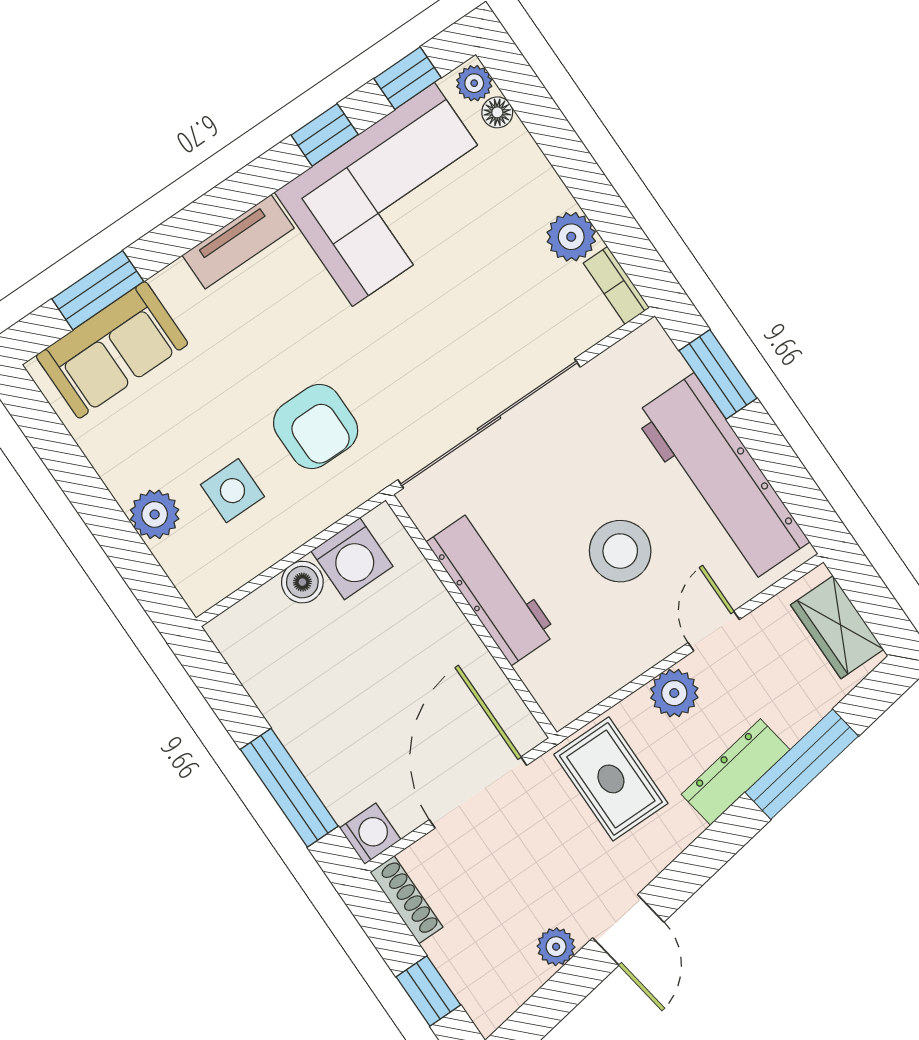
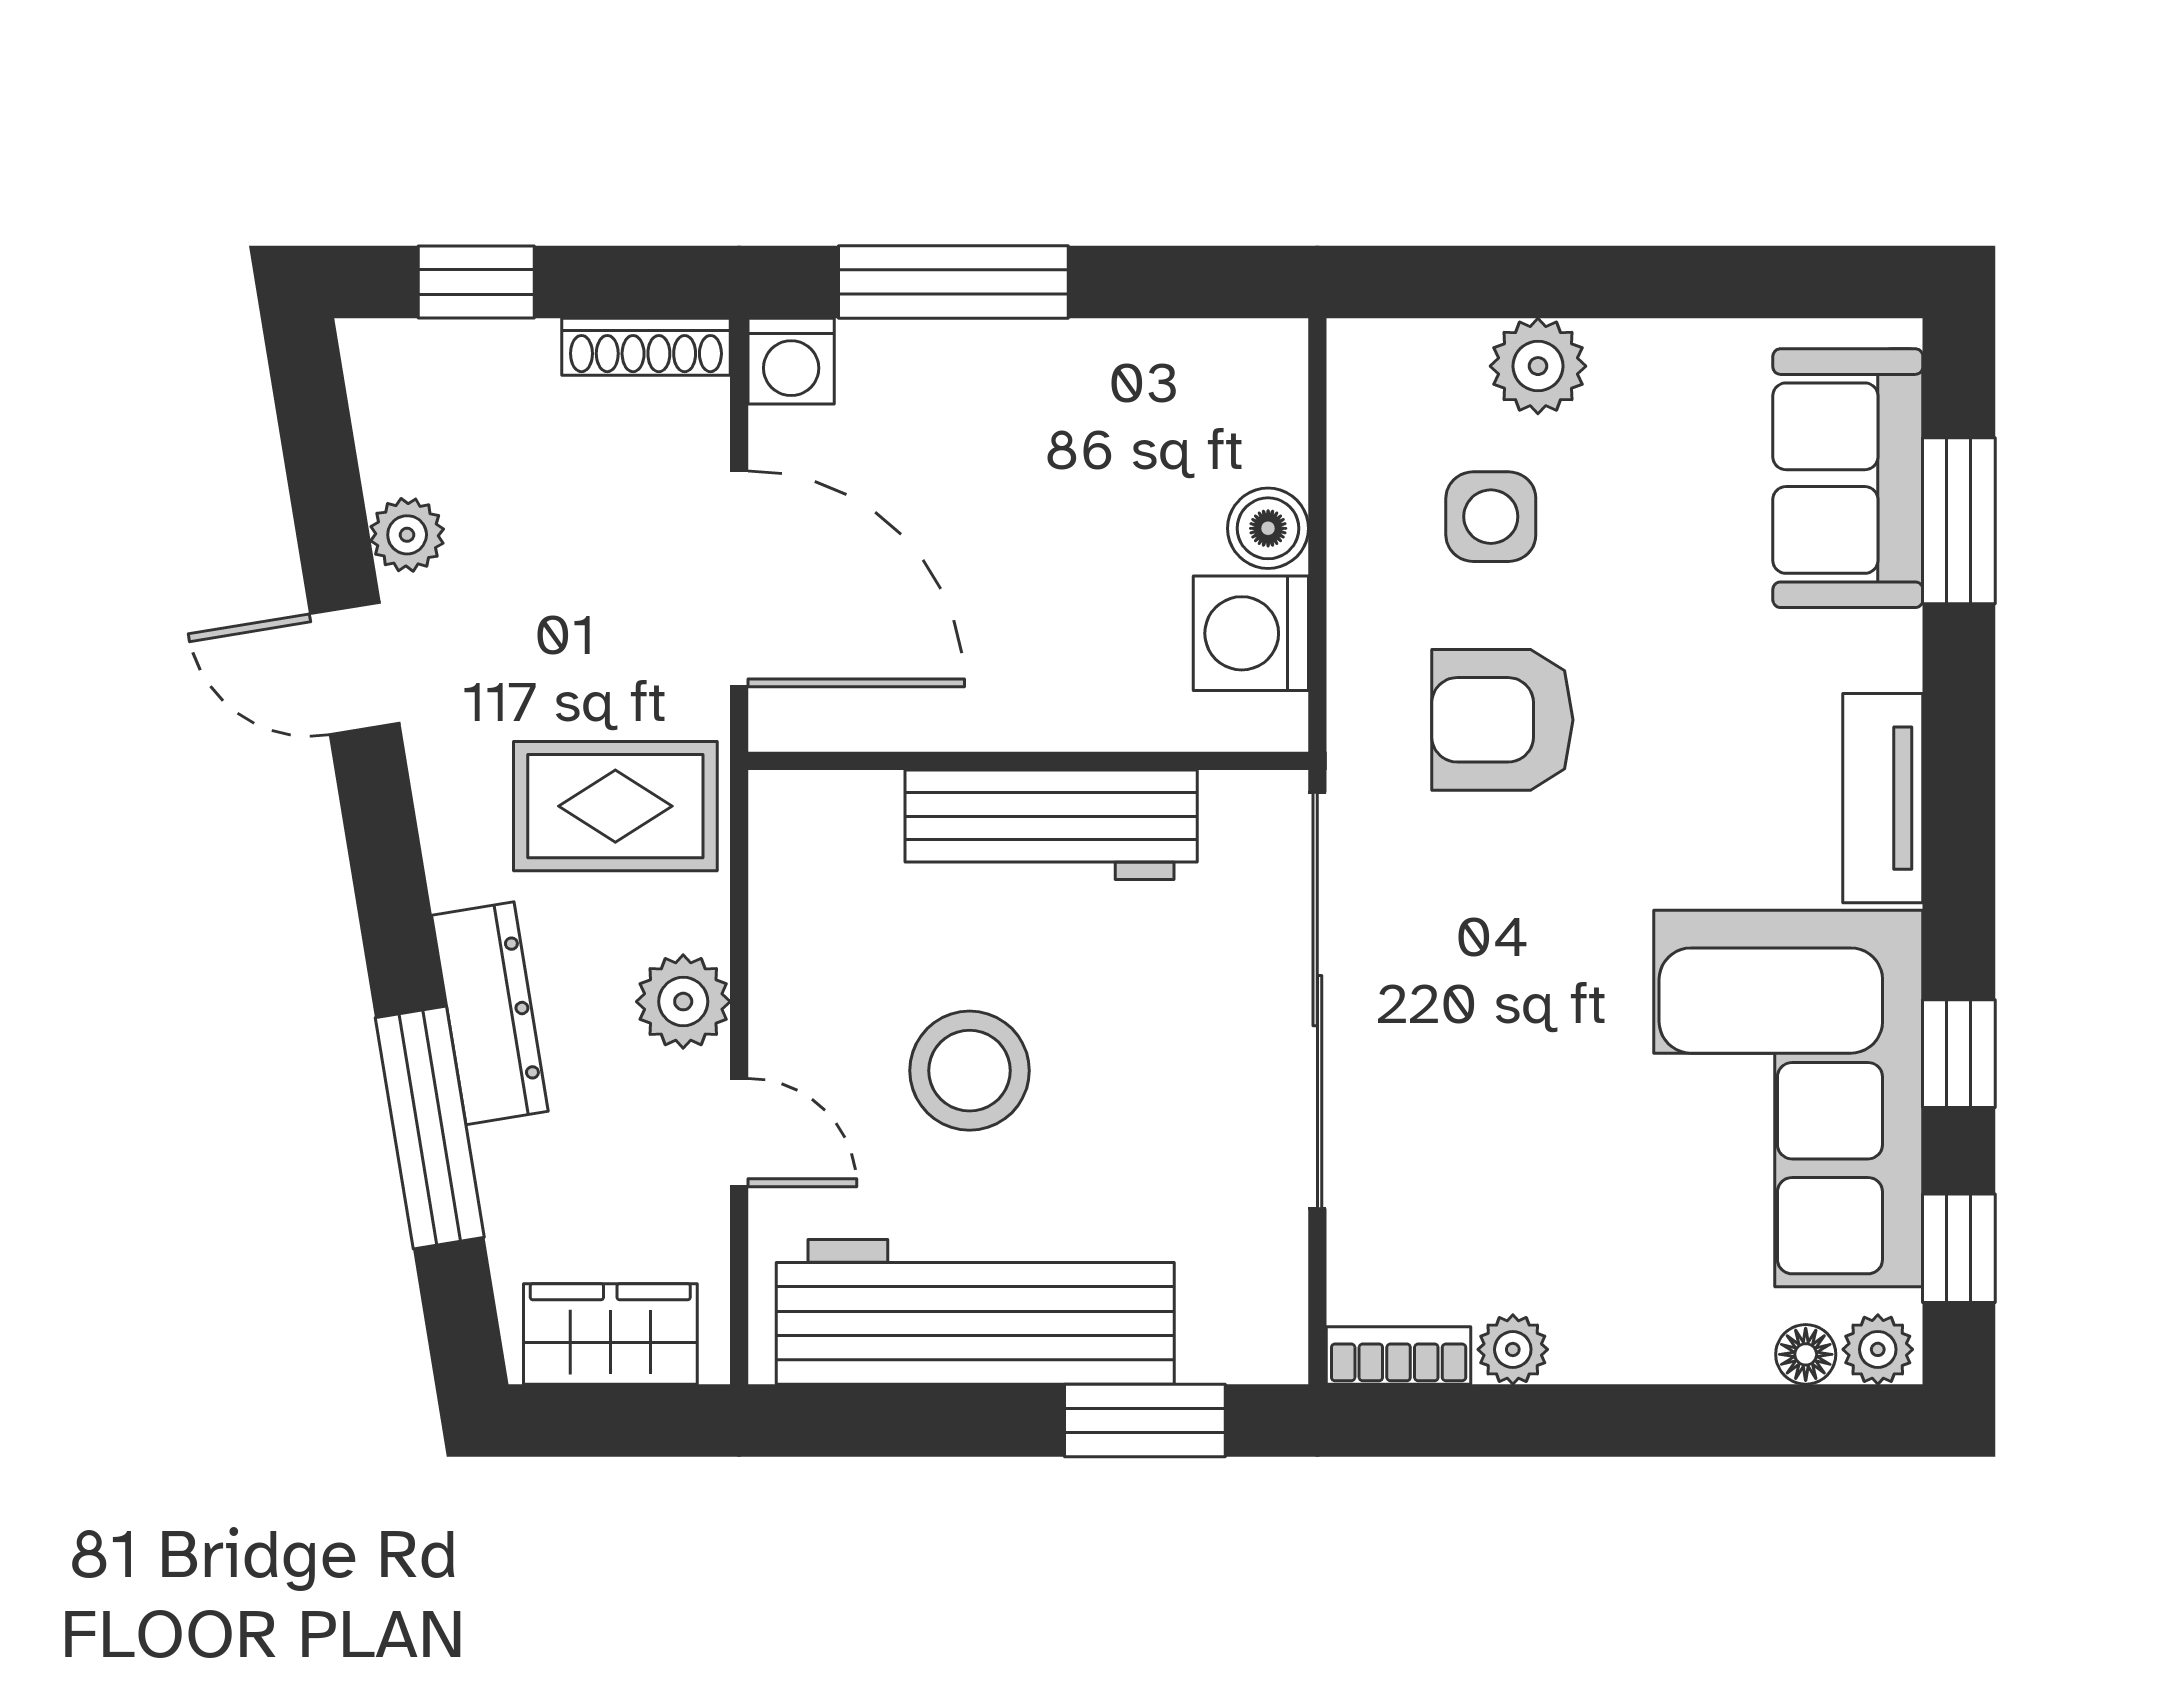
plant: (571, 237) -> (1513, 1349), width x0.73, depth x0.73

